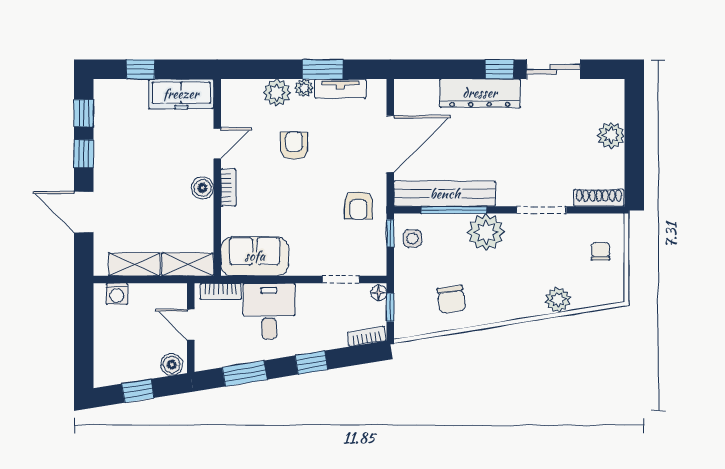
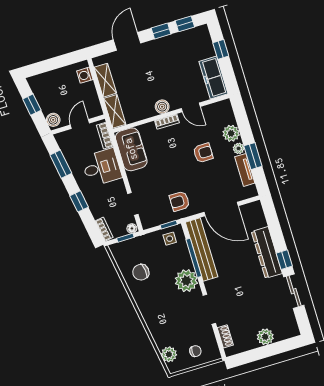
shoe rack: (599, 198) -> (225, 336), width x0.70
plant: (558, 300) -> (169, 354), moved

